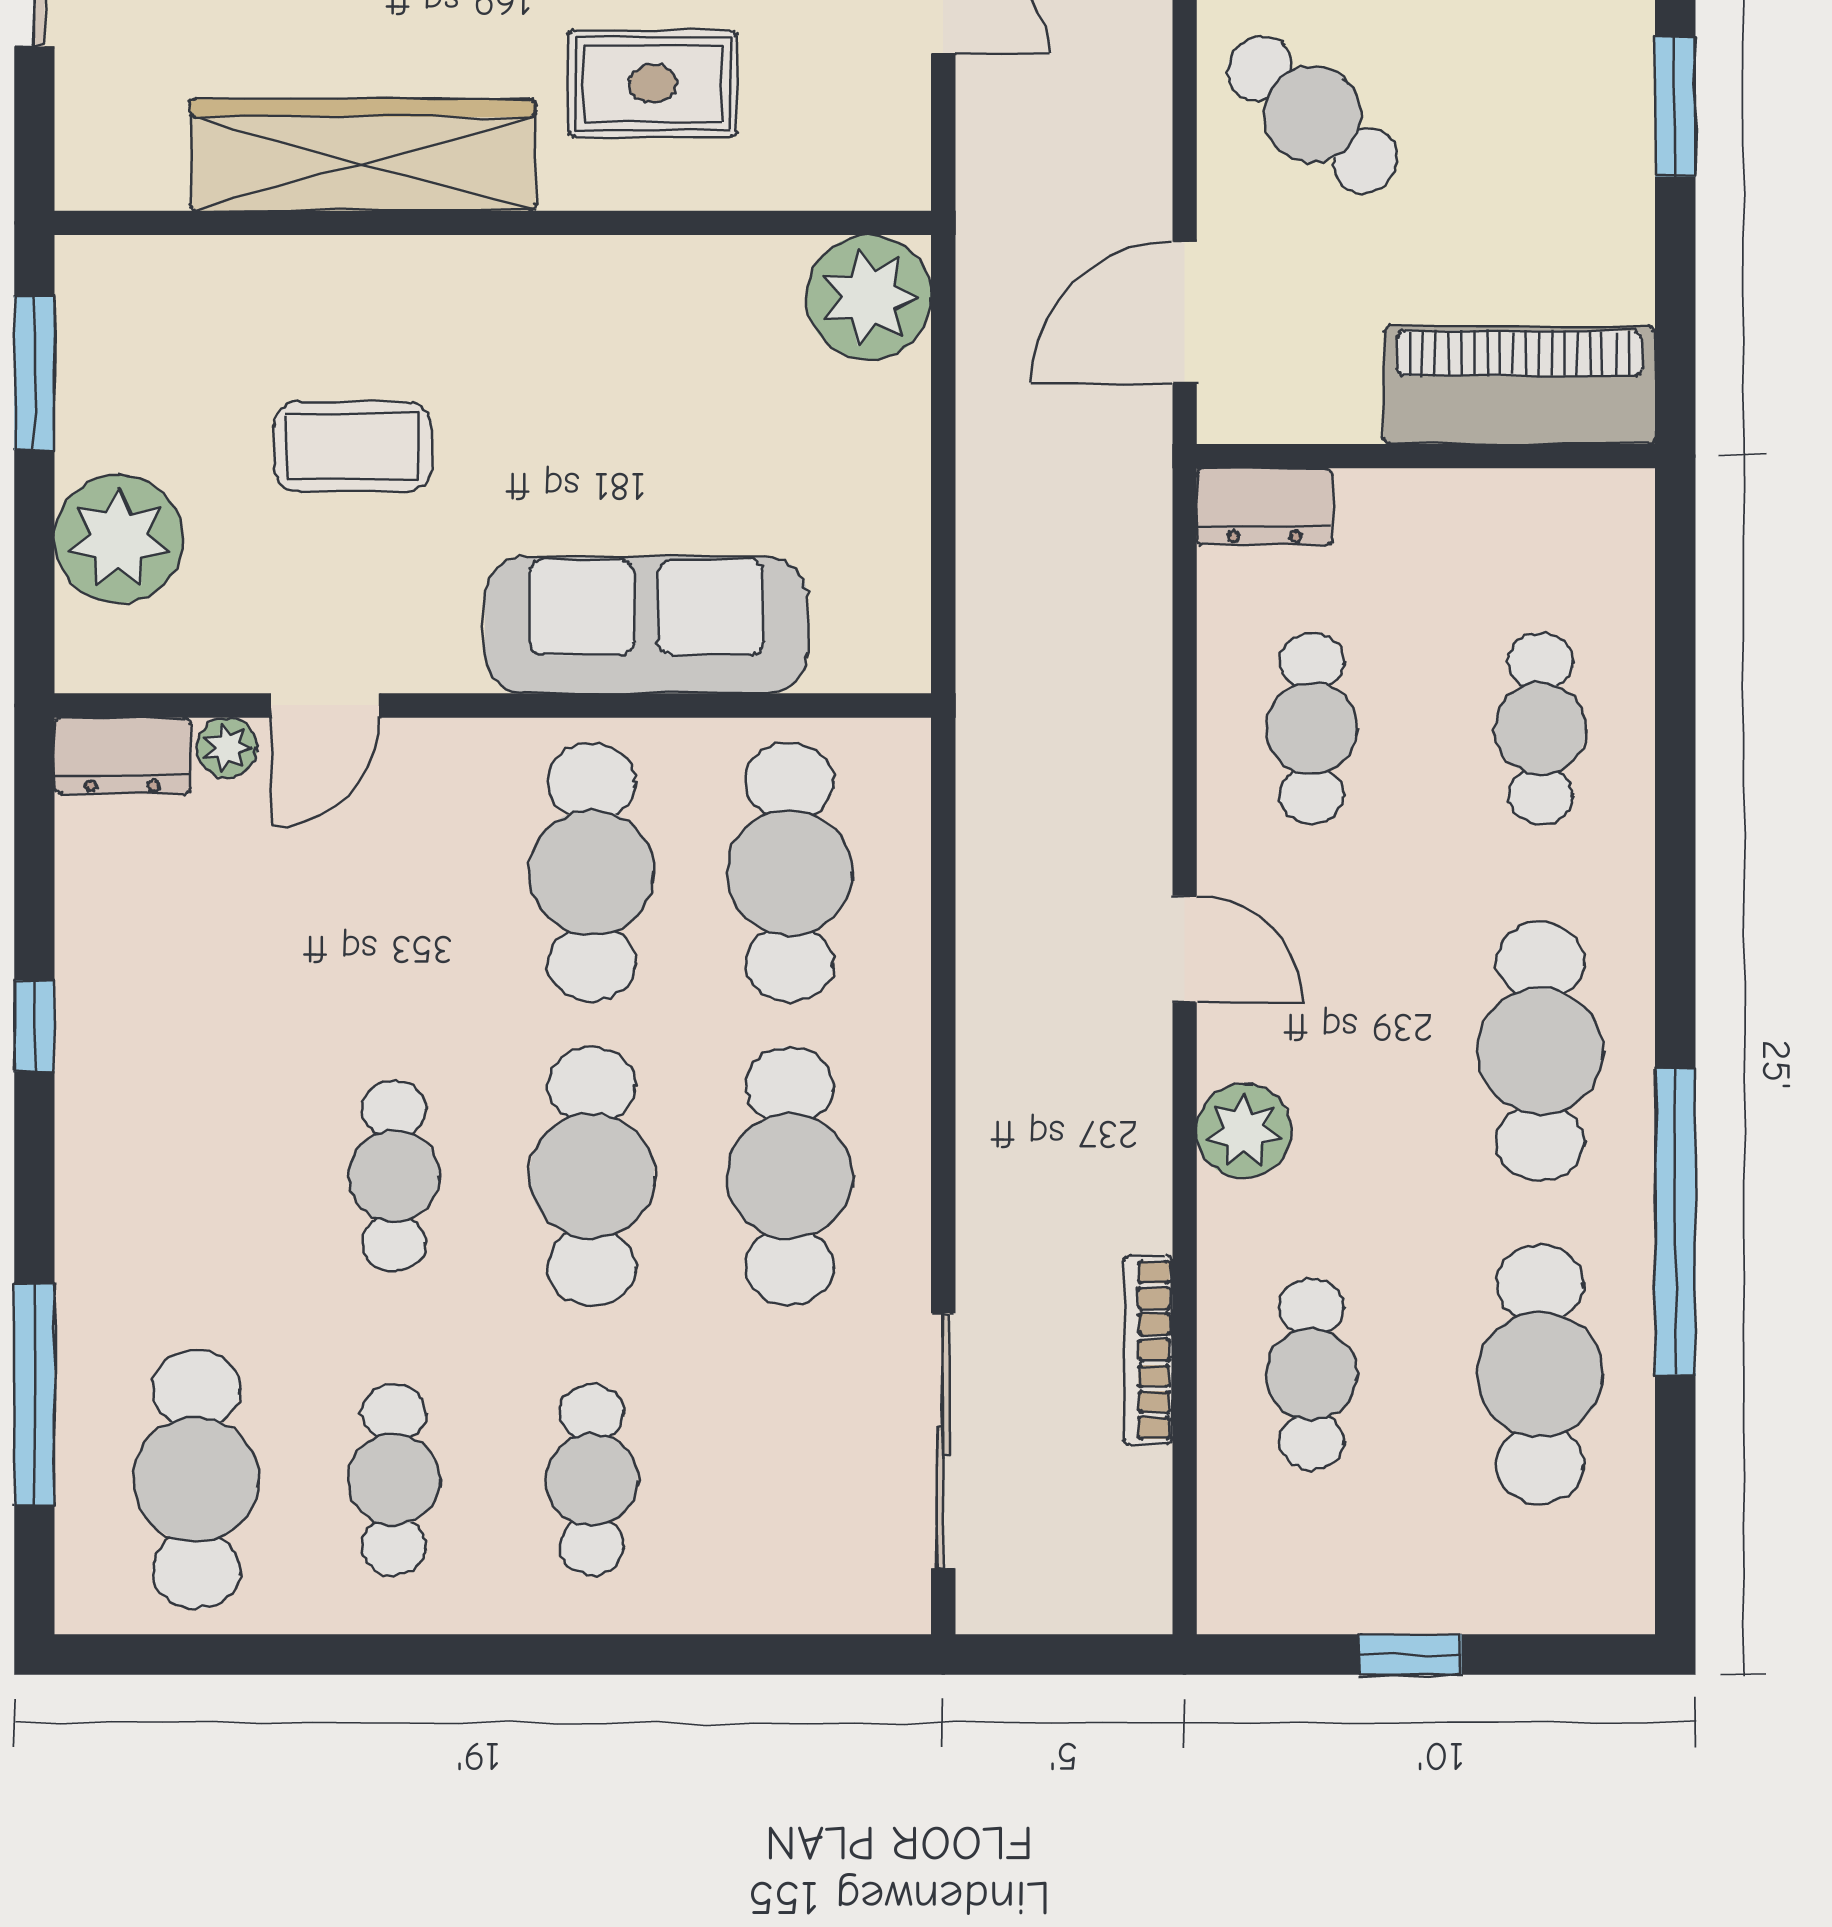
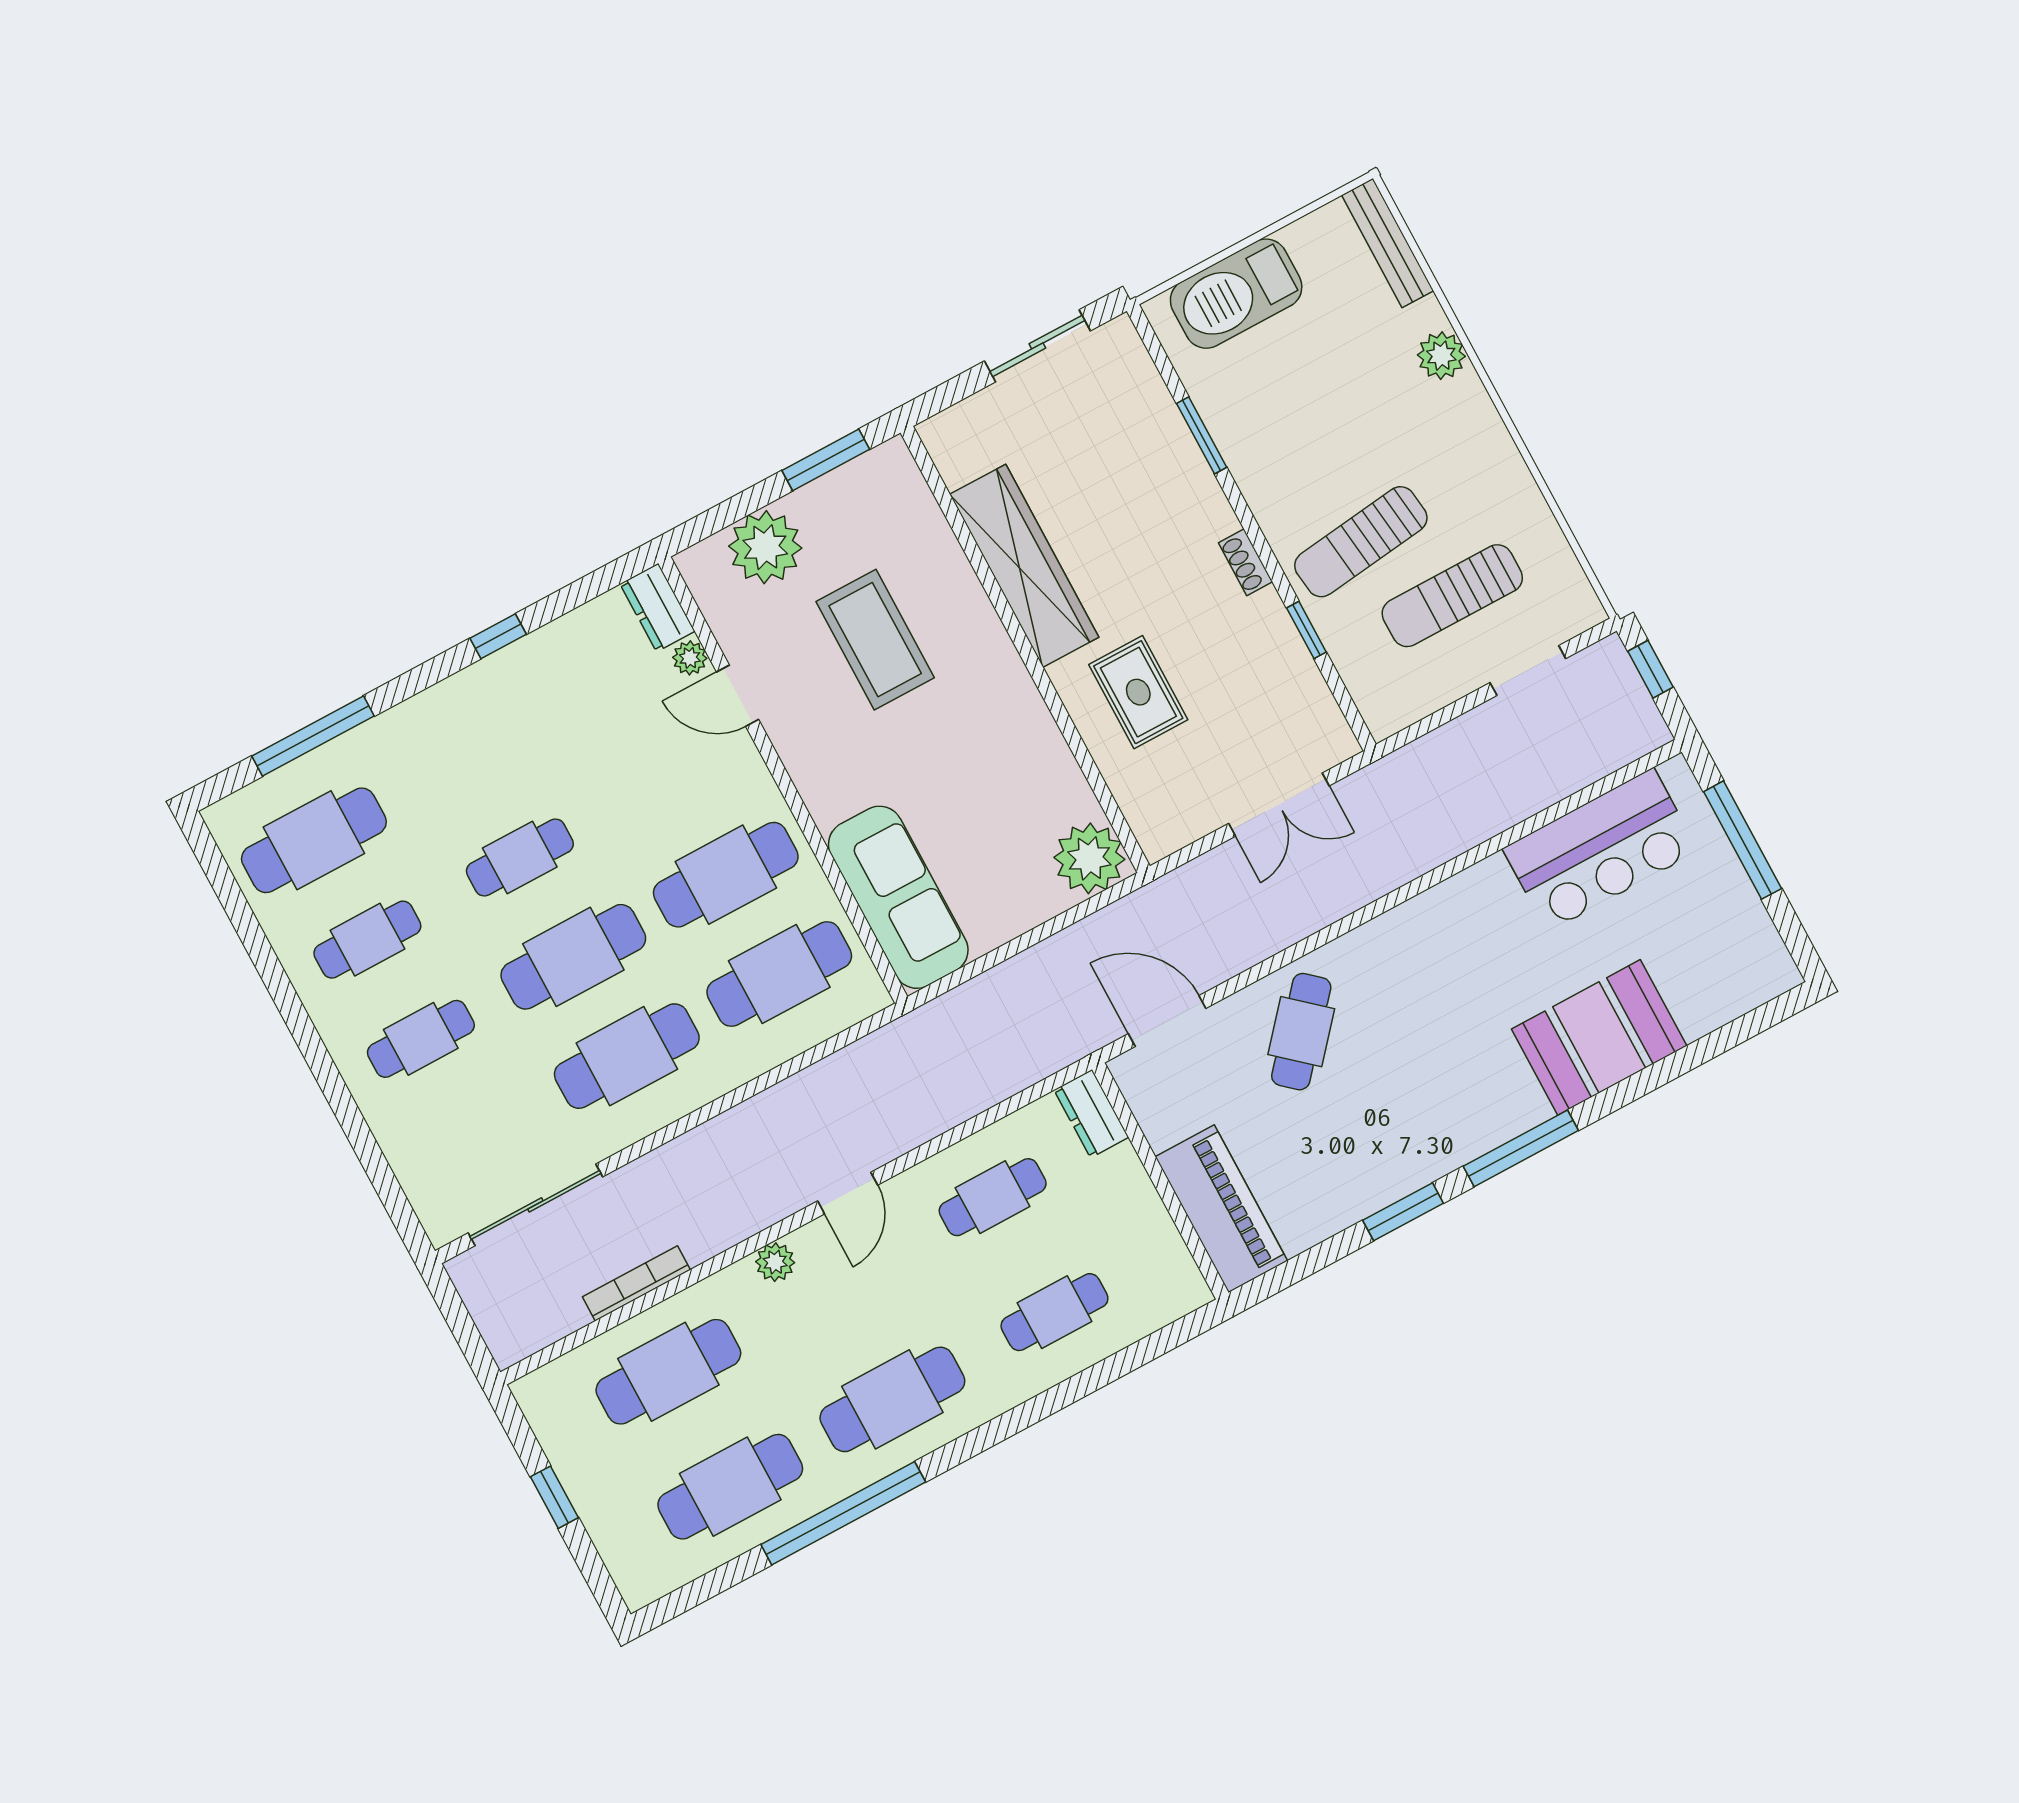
coffee table: (353, 446) -> (875, 640), width x1.36, depth x1.32
sofa: (646, 625) -> (898, 897), moved
plant: (1244, 1131) -> (775, 1262), width x0.73, depth x0.73
cafe table: (1311, 1374) -> (668, 1372), width x1.37, depth x1.35

